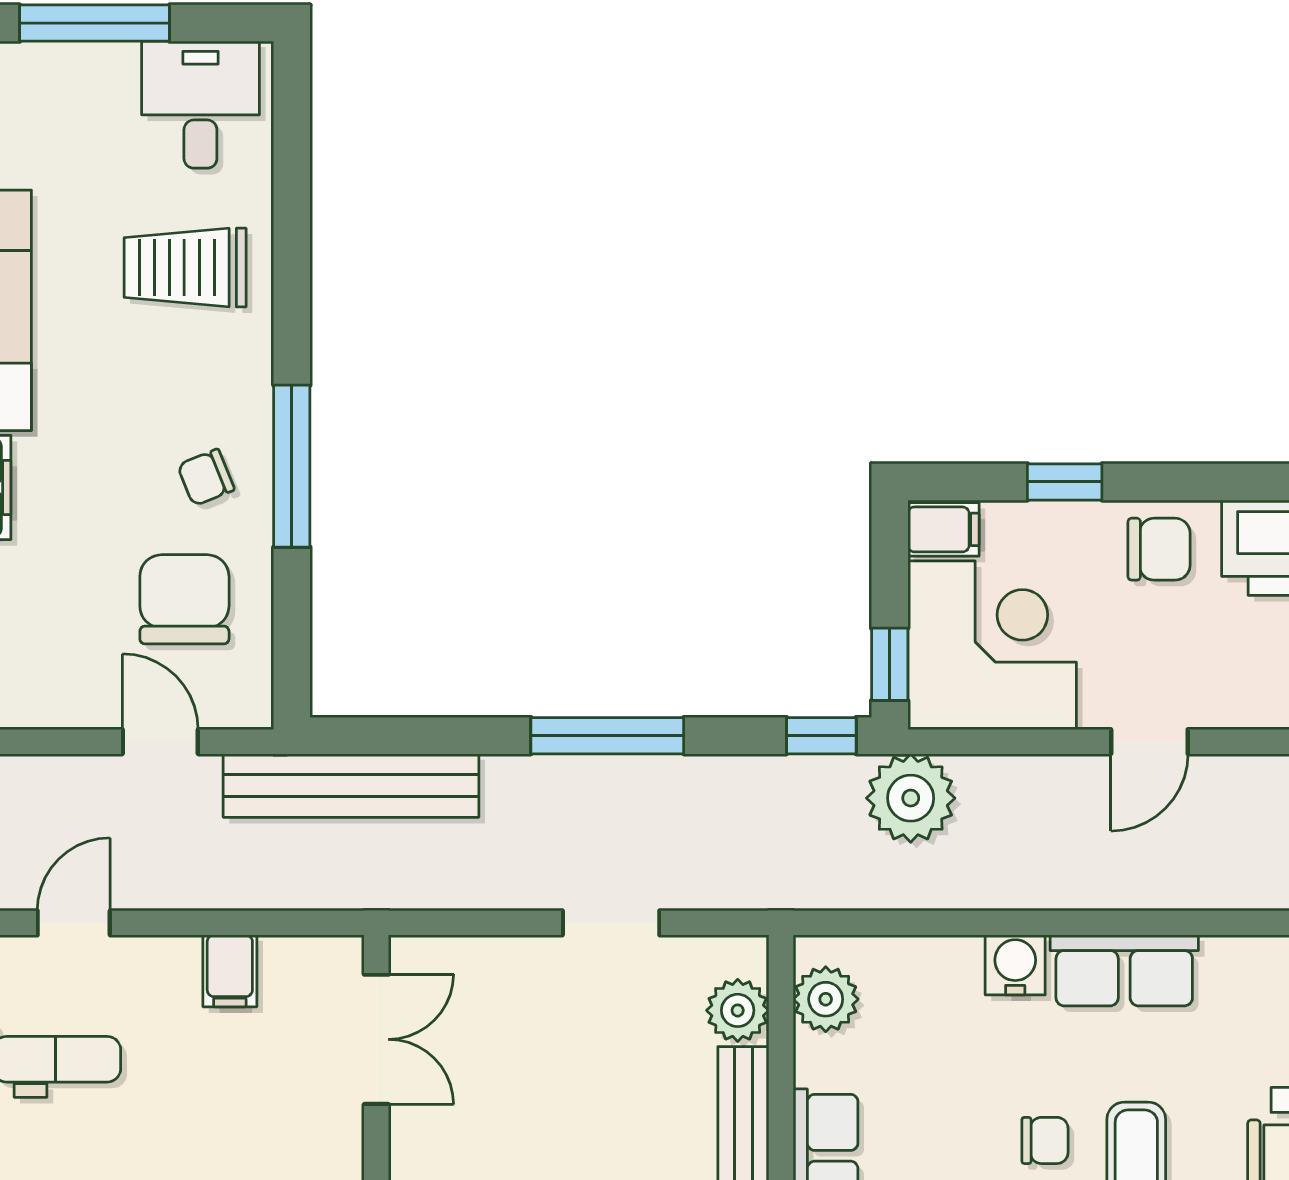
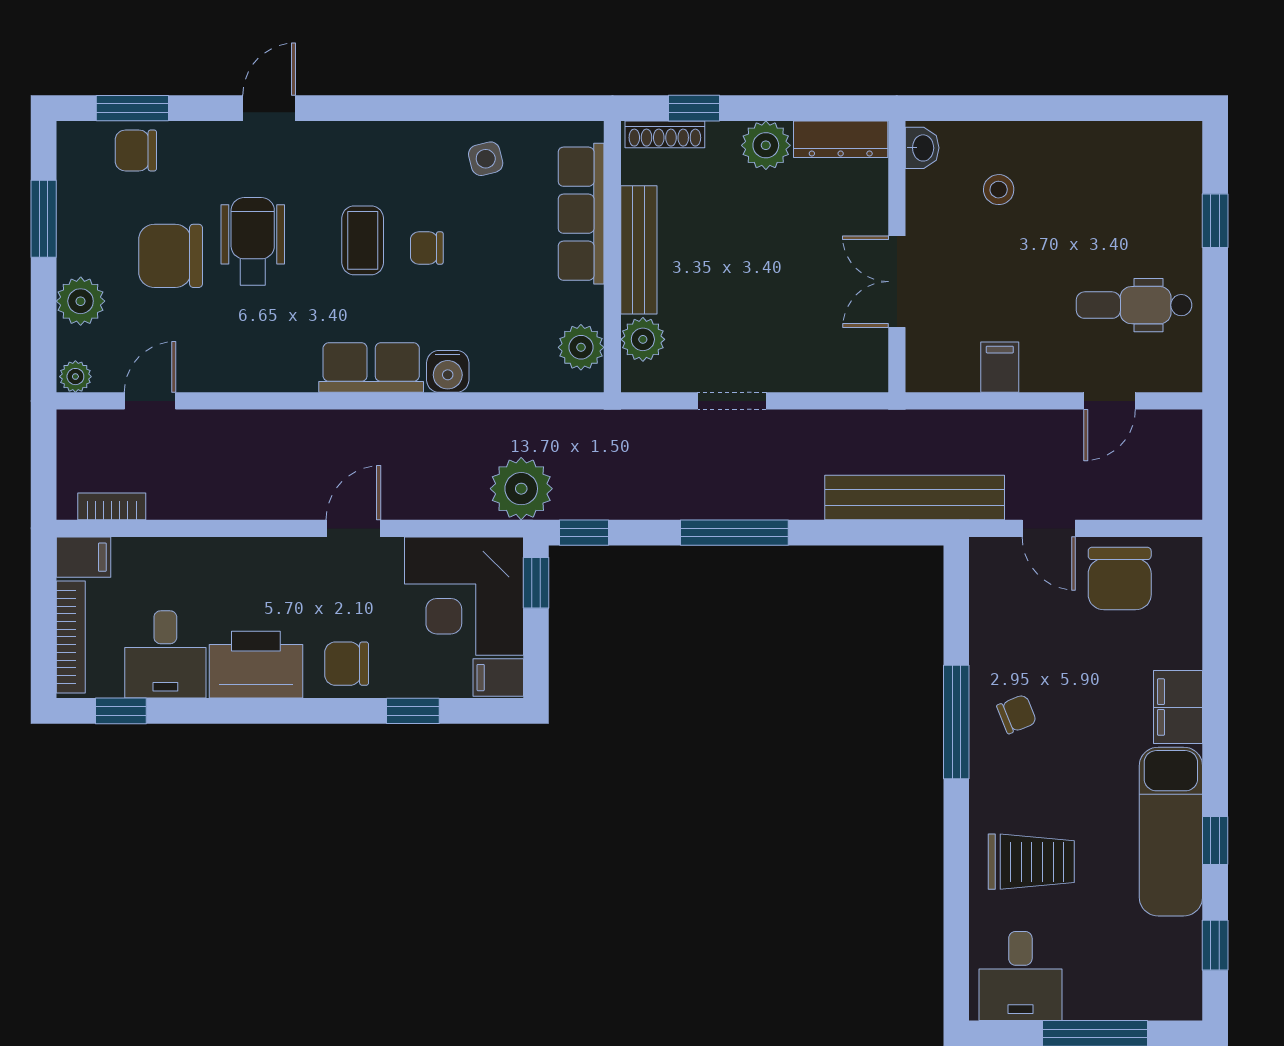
chair: (184, 599) -> (1120, 579), moved
double door: (376, 1039) -> (897, 282), moved

